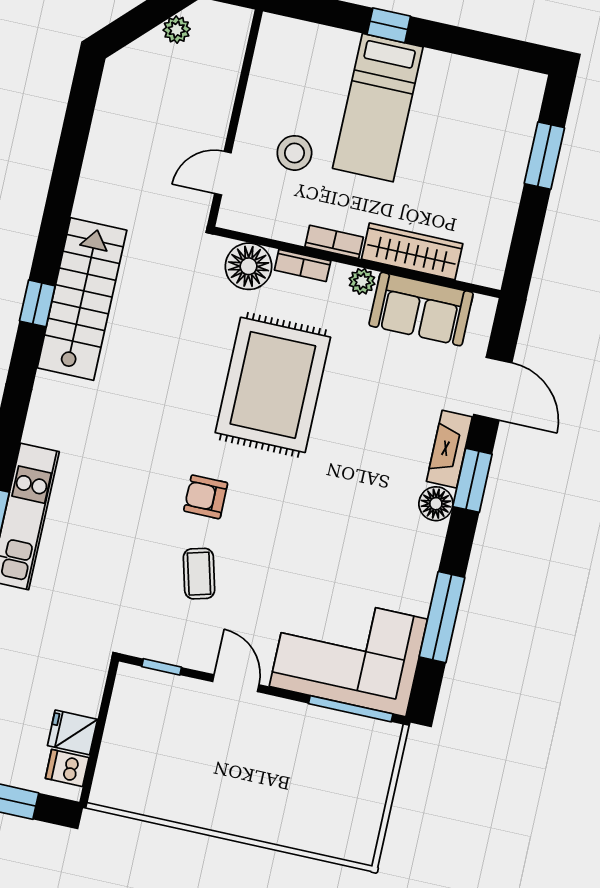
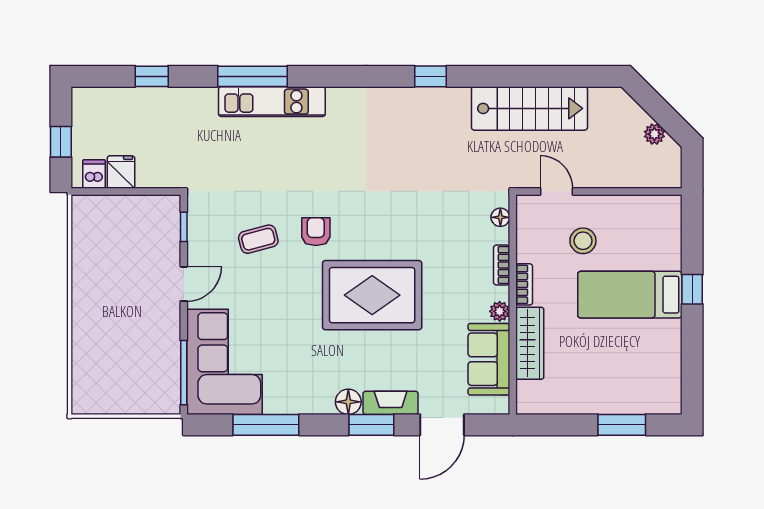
floor lamp: (249, 266) -> (500, 217), width x0.53, depth x0.53
stairs: (82, 299) -> (529, 108), moved
rug: (273, 385) -> (372, 295), moved

